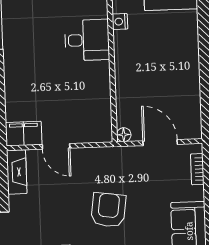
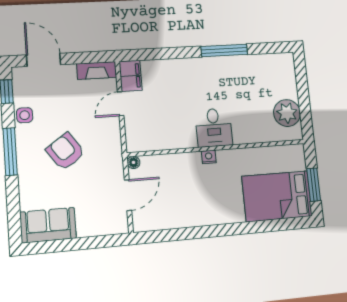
nightstand: (120, 22) -> (209, 157), moved
bookcase: (197, 169) -> (105, 230), removed
armchair: (108, 210) -> (65, 151), turned -133

